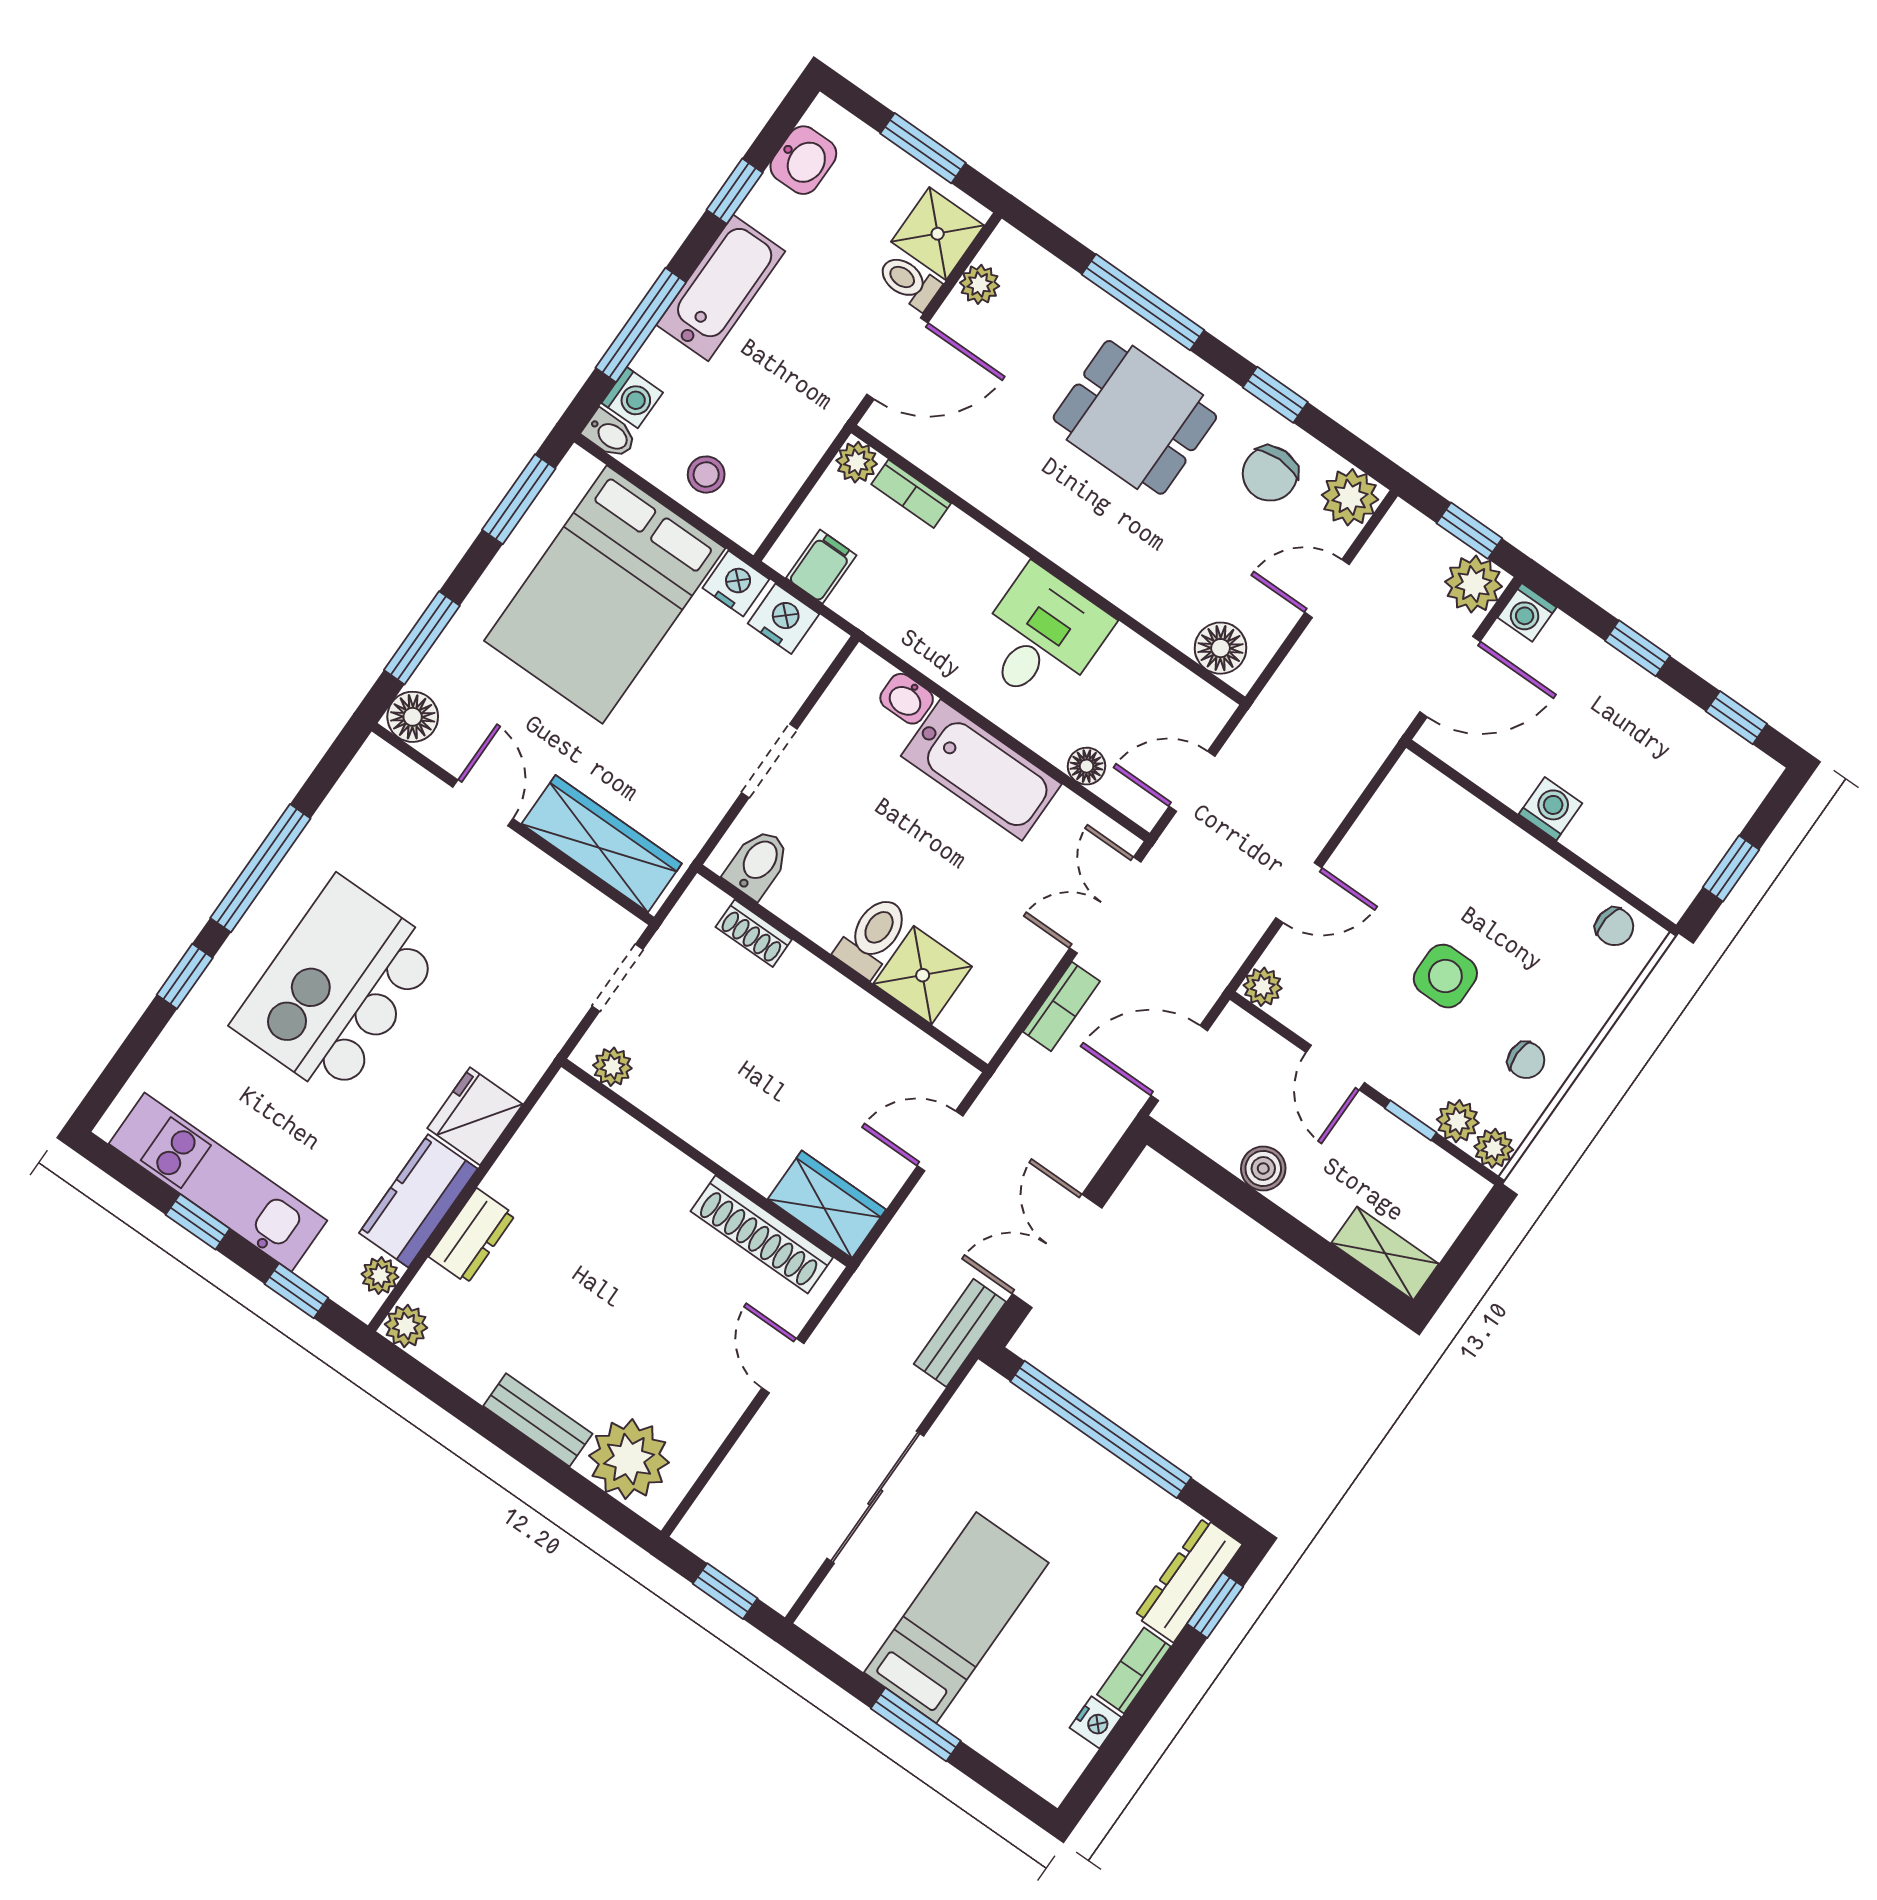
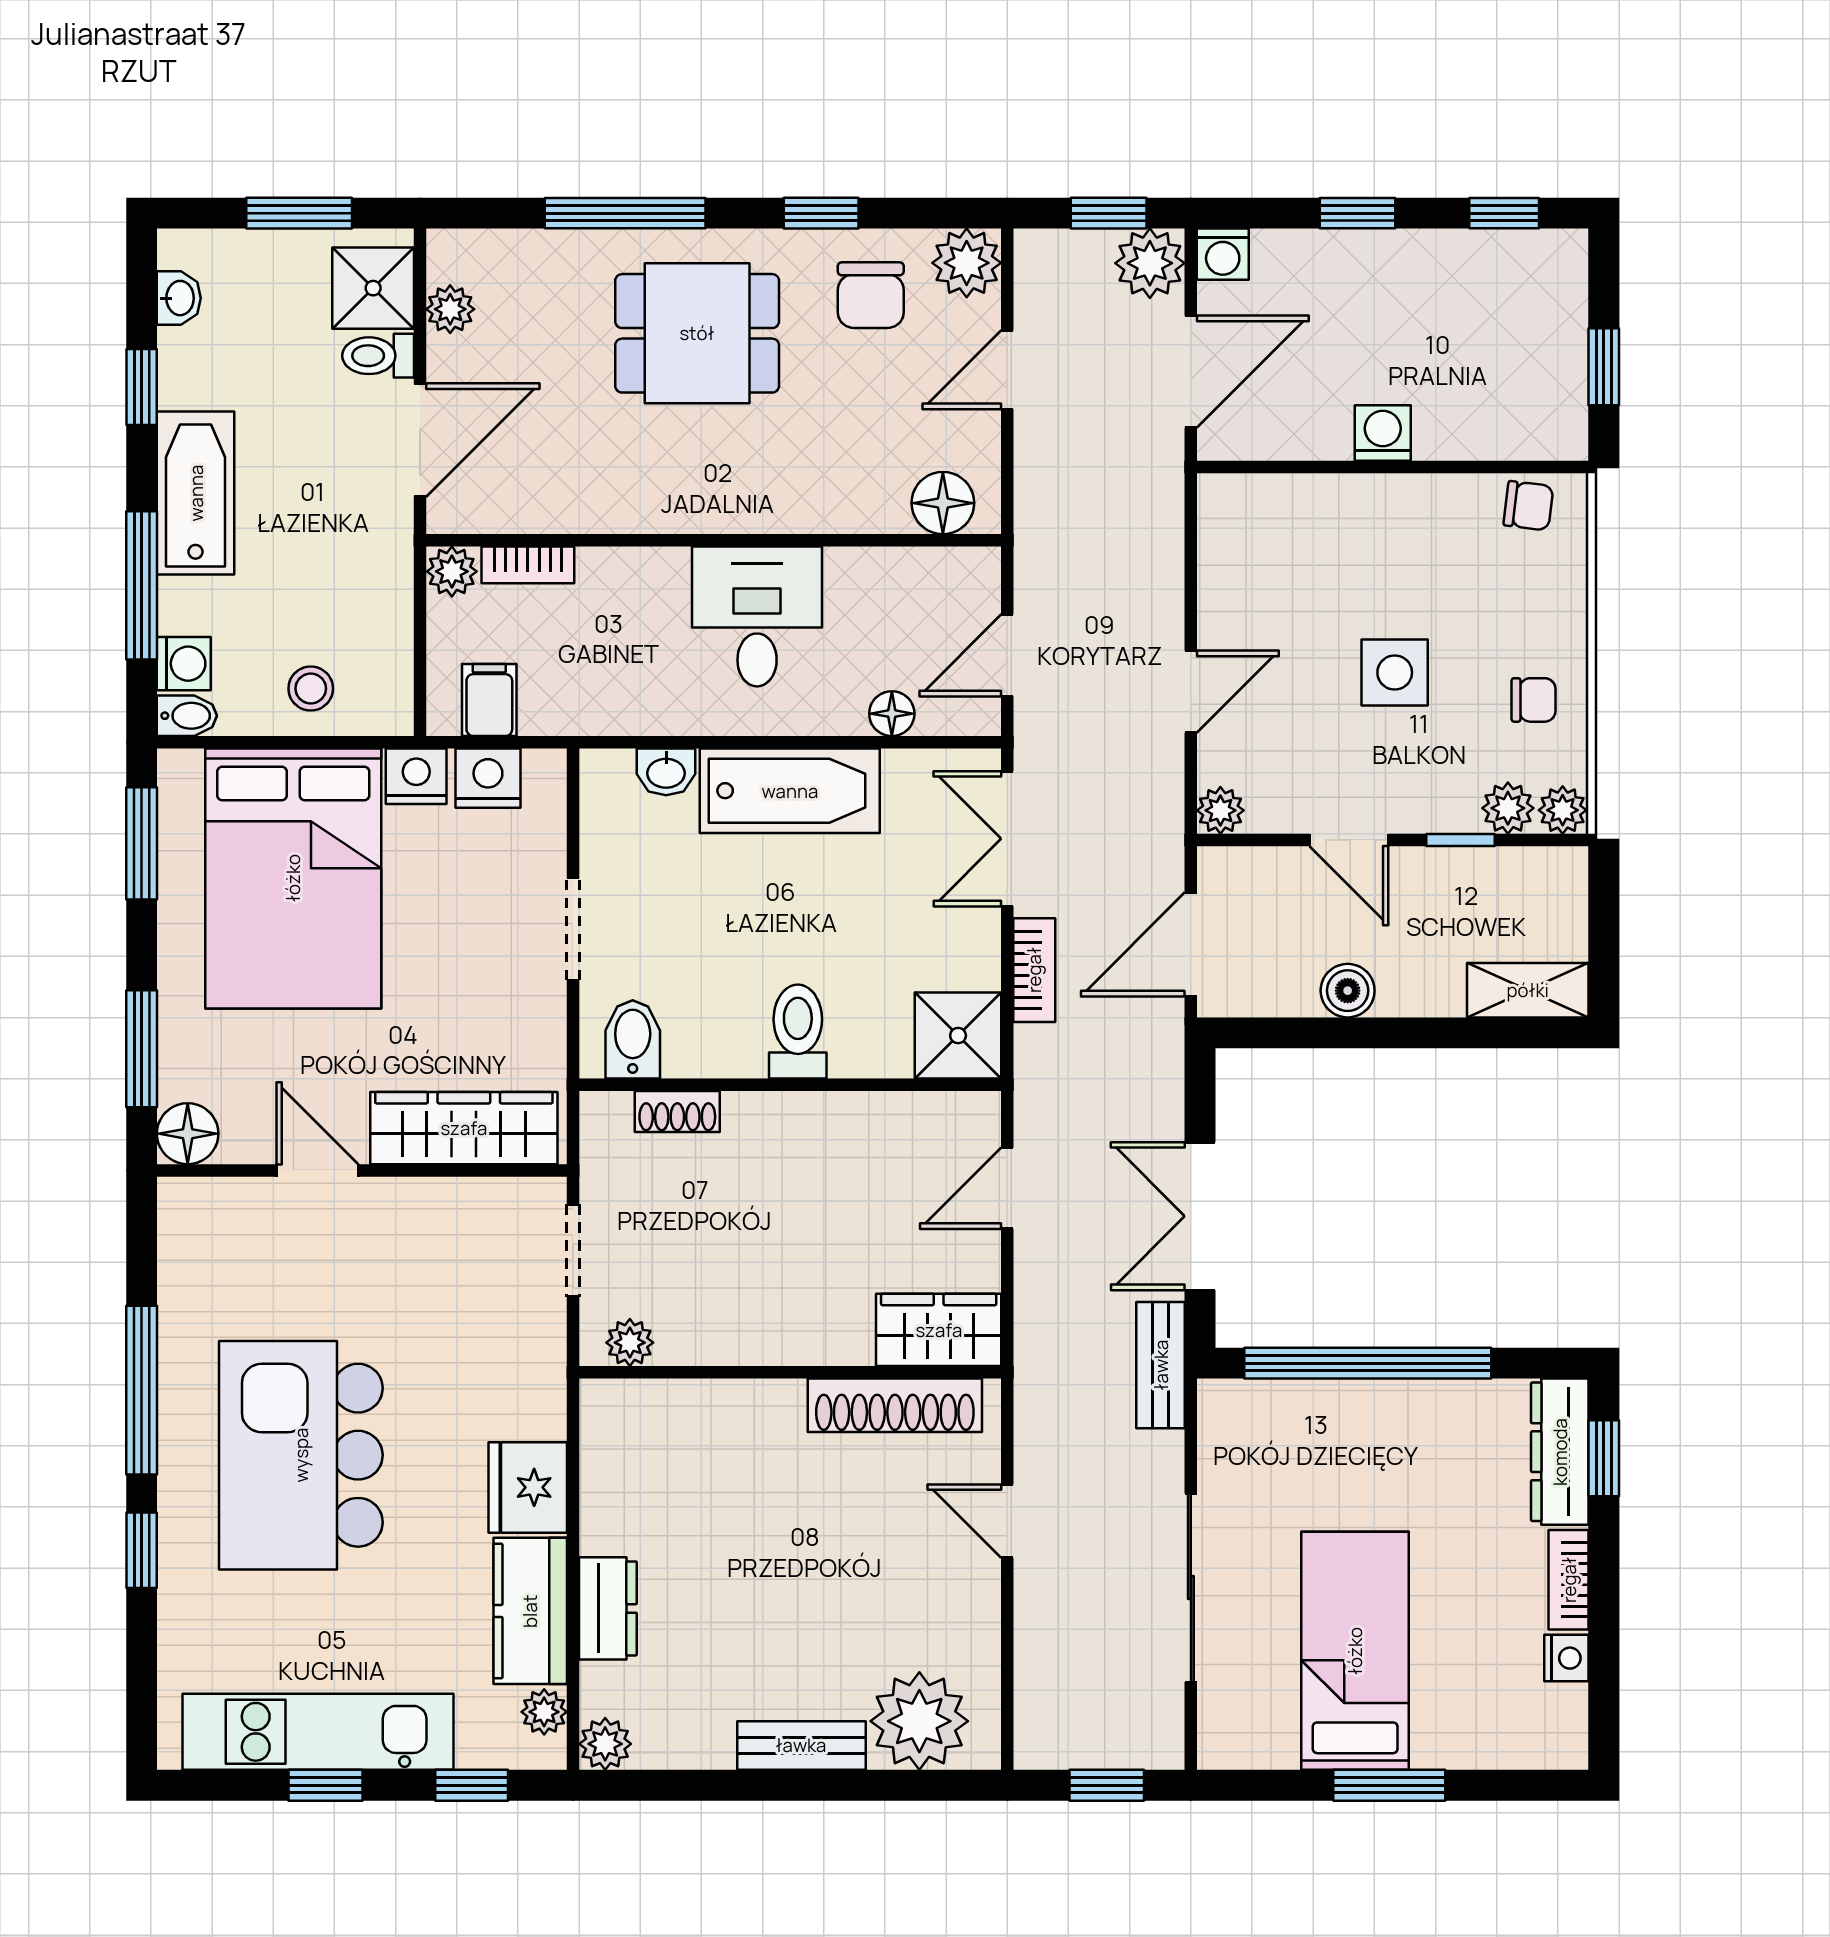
washbasin: (803, 160) -> (179, 298), width x0.72, depth x0.69
shower: (923, 975) -> (958, 1036), moved

